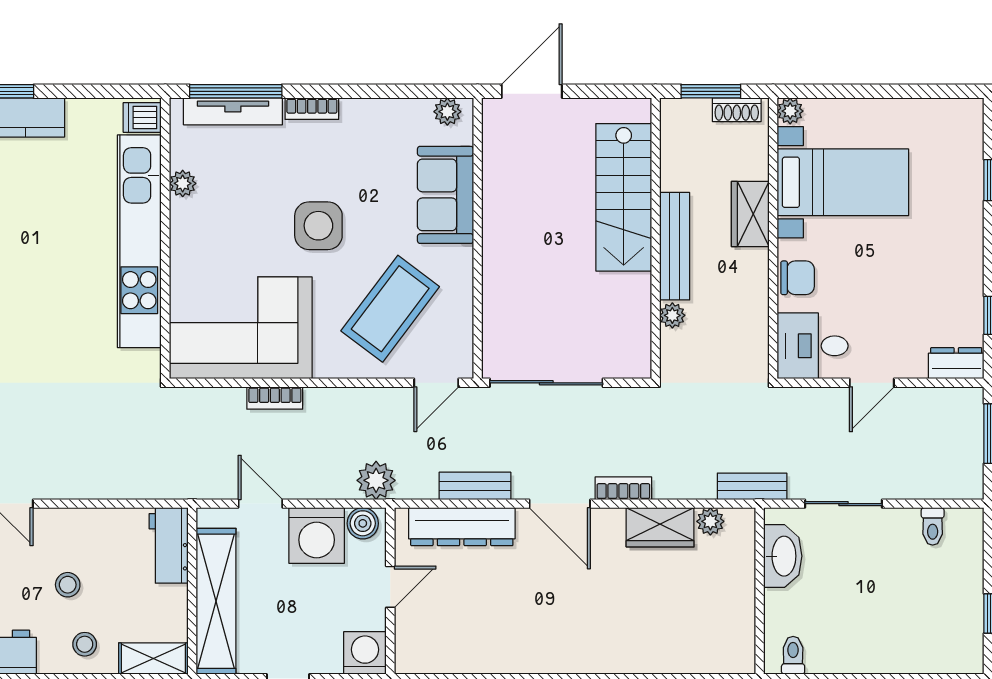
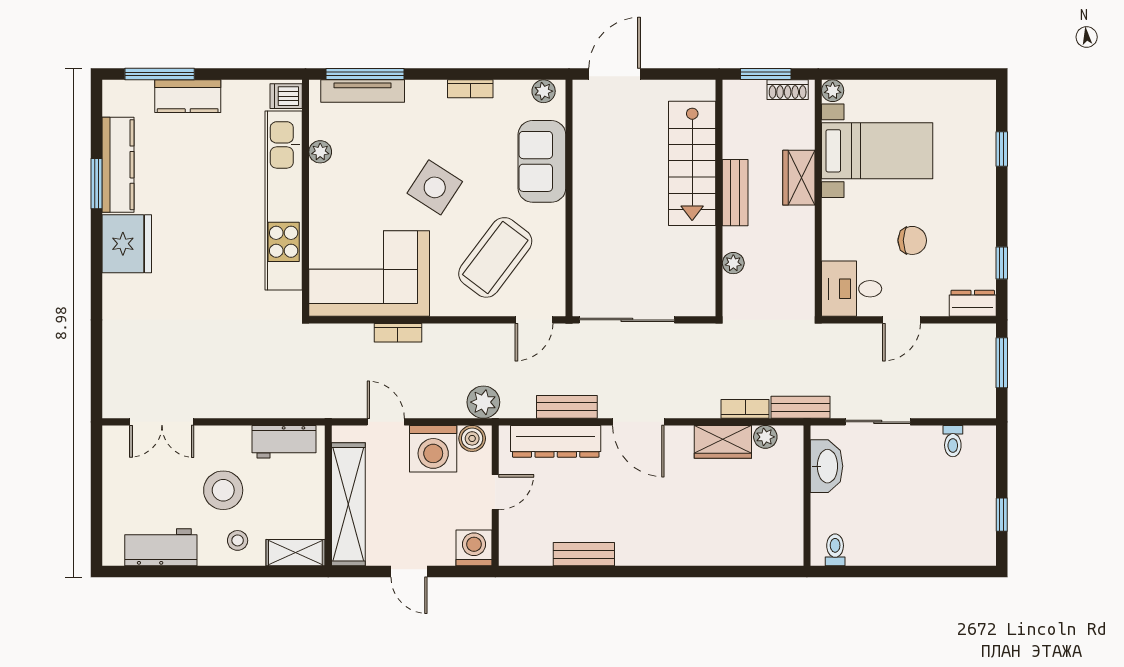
bookcase: (312, 109) -> (470, 89), moved
side table: (318, 226) -> (435, 187), turned 33
bench: (675, 246) -> (735, 193), width x0.73
chair: (798, 278) -> (912, 240), moved
bookcase: (623, 488) -> (745, 409), moved
workbench: (169, 545) -> (284, 442), moved, turned -90
stool: (68, 585) -> (223, 490), width x1.89, depth x1.89
bench: (495, 660) -> (584, 554), added

